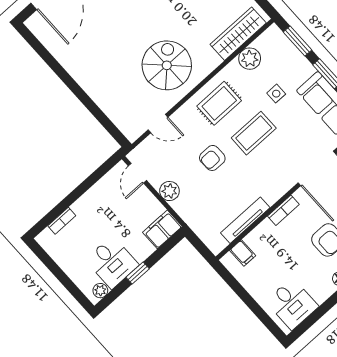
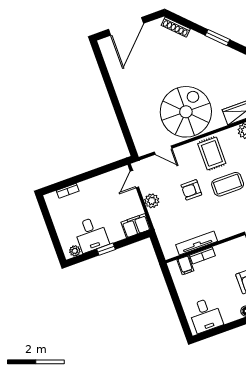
spiral stairs: (167, 65) -> (186, 112), width x1.37, depth x1.37
rug: (219, 103) -> (212, 153), turned 90
bookcase: (283, 210) -> (202, 255), moved

